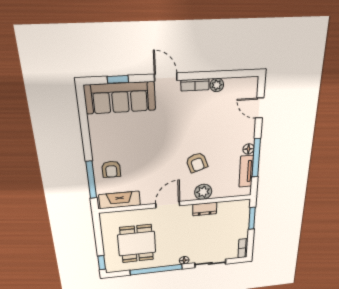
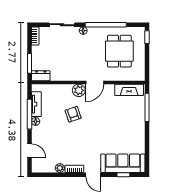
armchair: (111, 169) -> (133, 114), removed
plant: (203, 192) -> (79, 90), moved
dresser: (205, 209) -> (41, 76), moved

